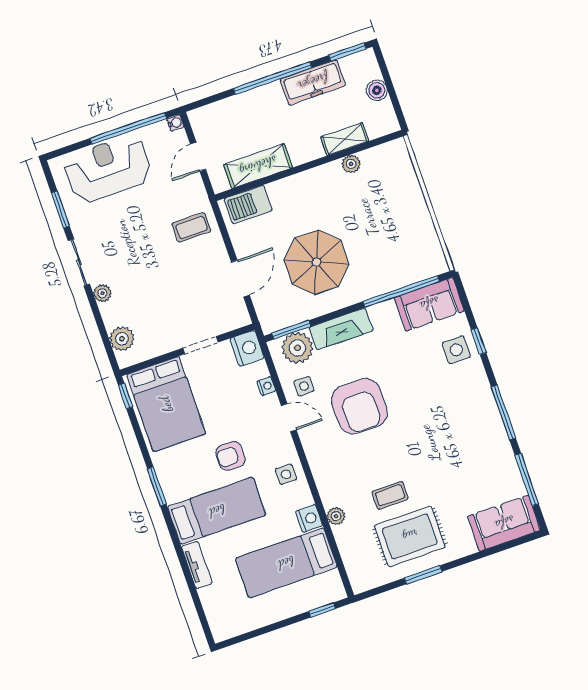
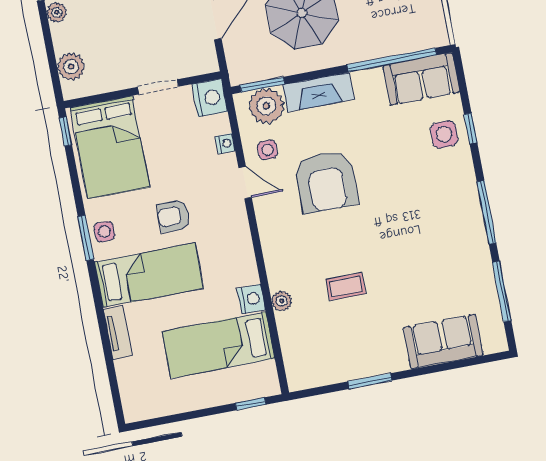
side table: (286, 474) -> (104, 232), moved
sofa: (504, 523) -> (443, 342), moved
rug: (410, 536) -> (361, 336), removed

